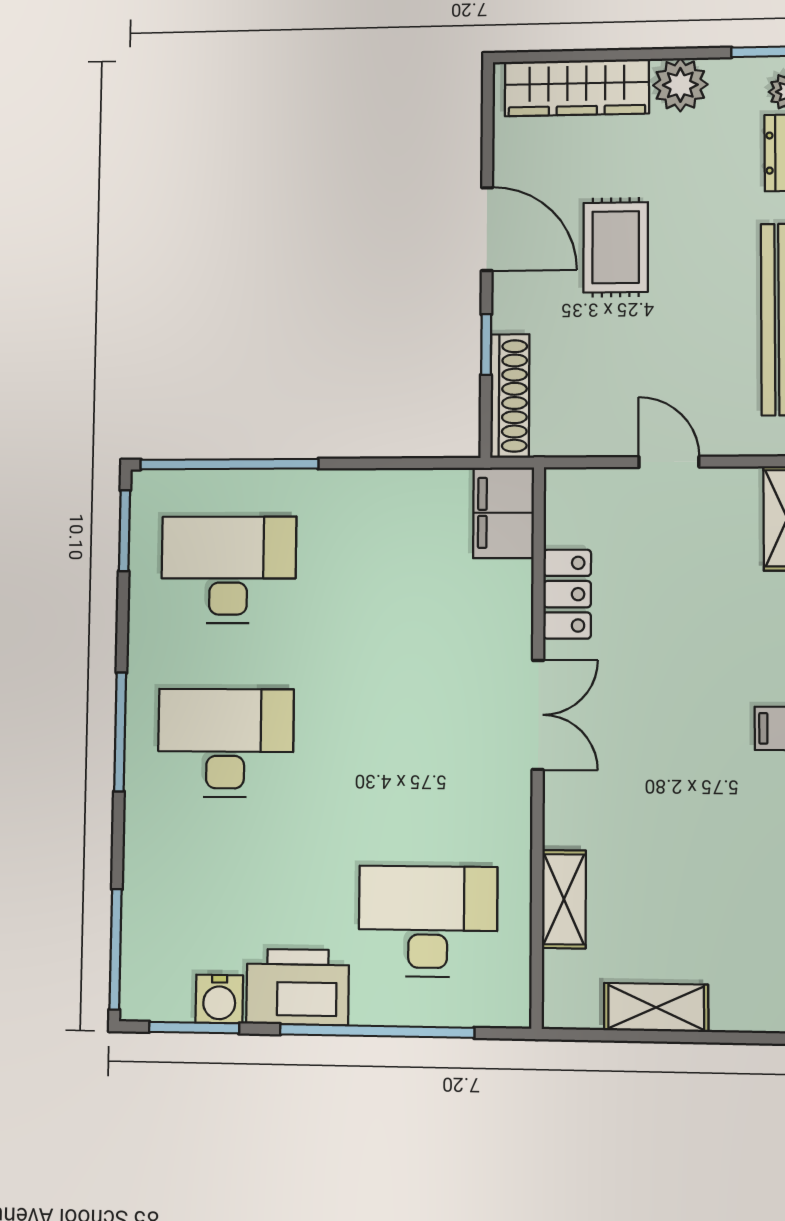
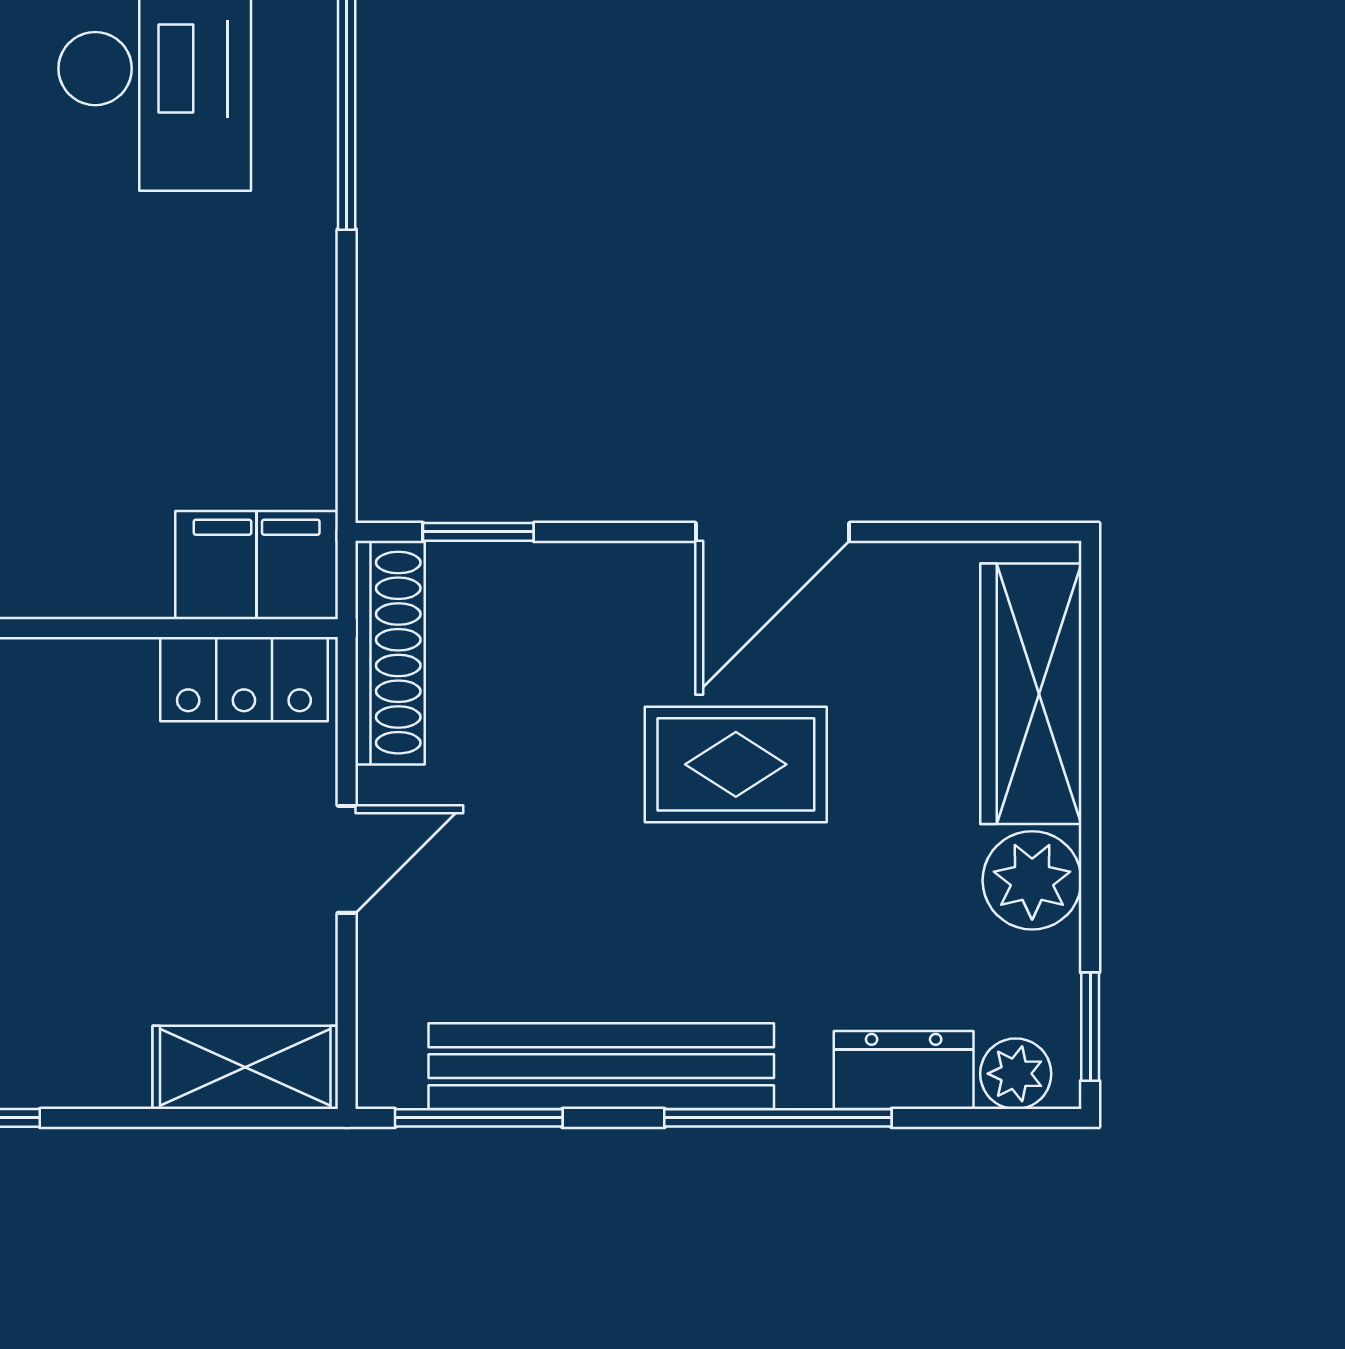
window: (486, 344) -> (478, 532), moved
shoe rack: (510, 396) -> (390, 653), moved, turned -90
locker: (567, 594) -> (244, 679), moved

